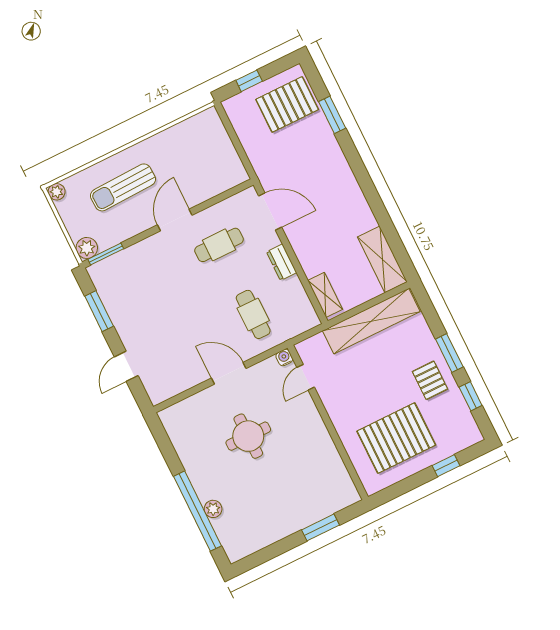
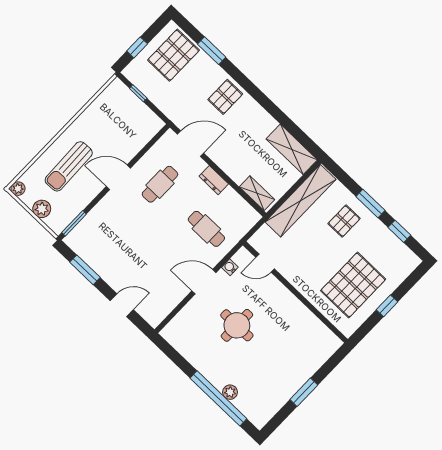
window: (232, 133) -> (138, 93), added
pallet: (329, 173) -> (225, 97), added
door: (175, 220) -> (118, 177), hinge flipped
plant: (87, 248) -> (42, 209), moved
water cooler: (284, 357) -> (230, 267), moved
door: (126, 366) -> (122, 305), swing flipped
door: (306, 377) -> (265, 263), hinge flipped
pallet: (430, 380) -> (344, 221), moved, turned 90
window: (446, 466) -> (387, 306), moved
window: (320, 527) -> (304, 392), moved

